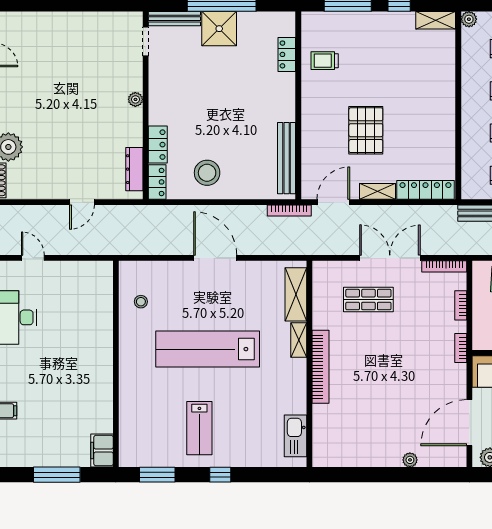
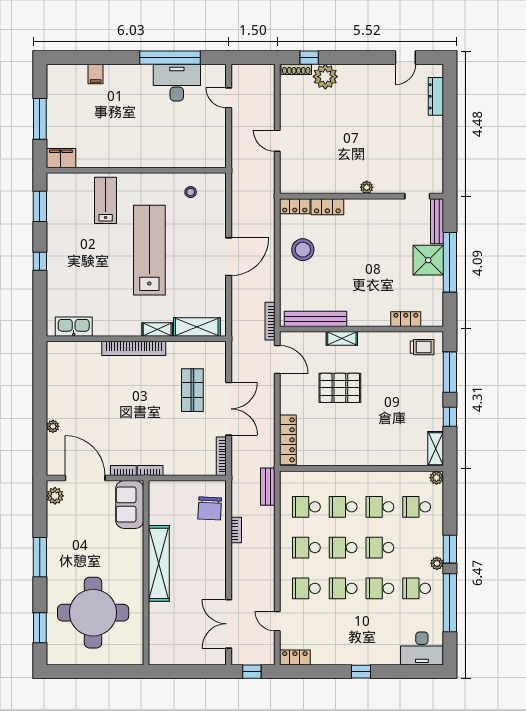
trolley: (325, 61) -> (422, 347), moved, turned 90
dresser: (134, 169) -> (436, 96), moved, turned -90
shelving: (378, 191) -> (342, 338), moved, turned 90
door: (33, 258) -> (229, 98), swing flipped
bookcase: (461, 305) -> (123, 471), moved
lab bench: (199, 428) -> (106, 200), moved, turned 90

